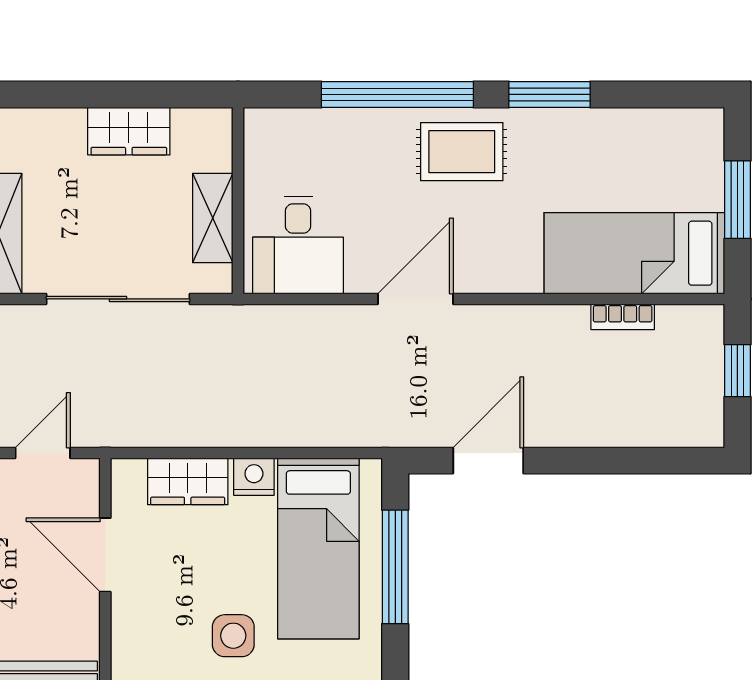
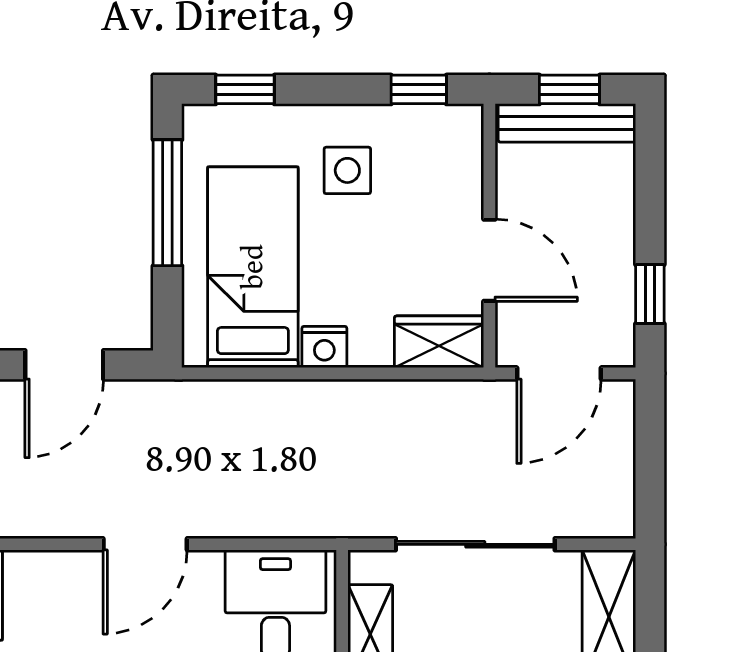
door: (43, 453) -> (559, 373), width x1.38
wardrobe: (188, 481) -> (439, 342), moved
window: (395, 567) -> (167, 203), moved

